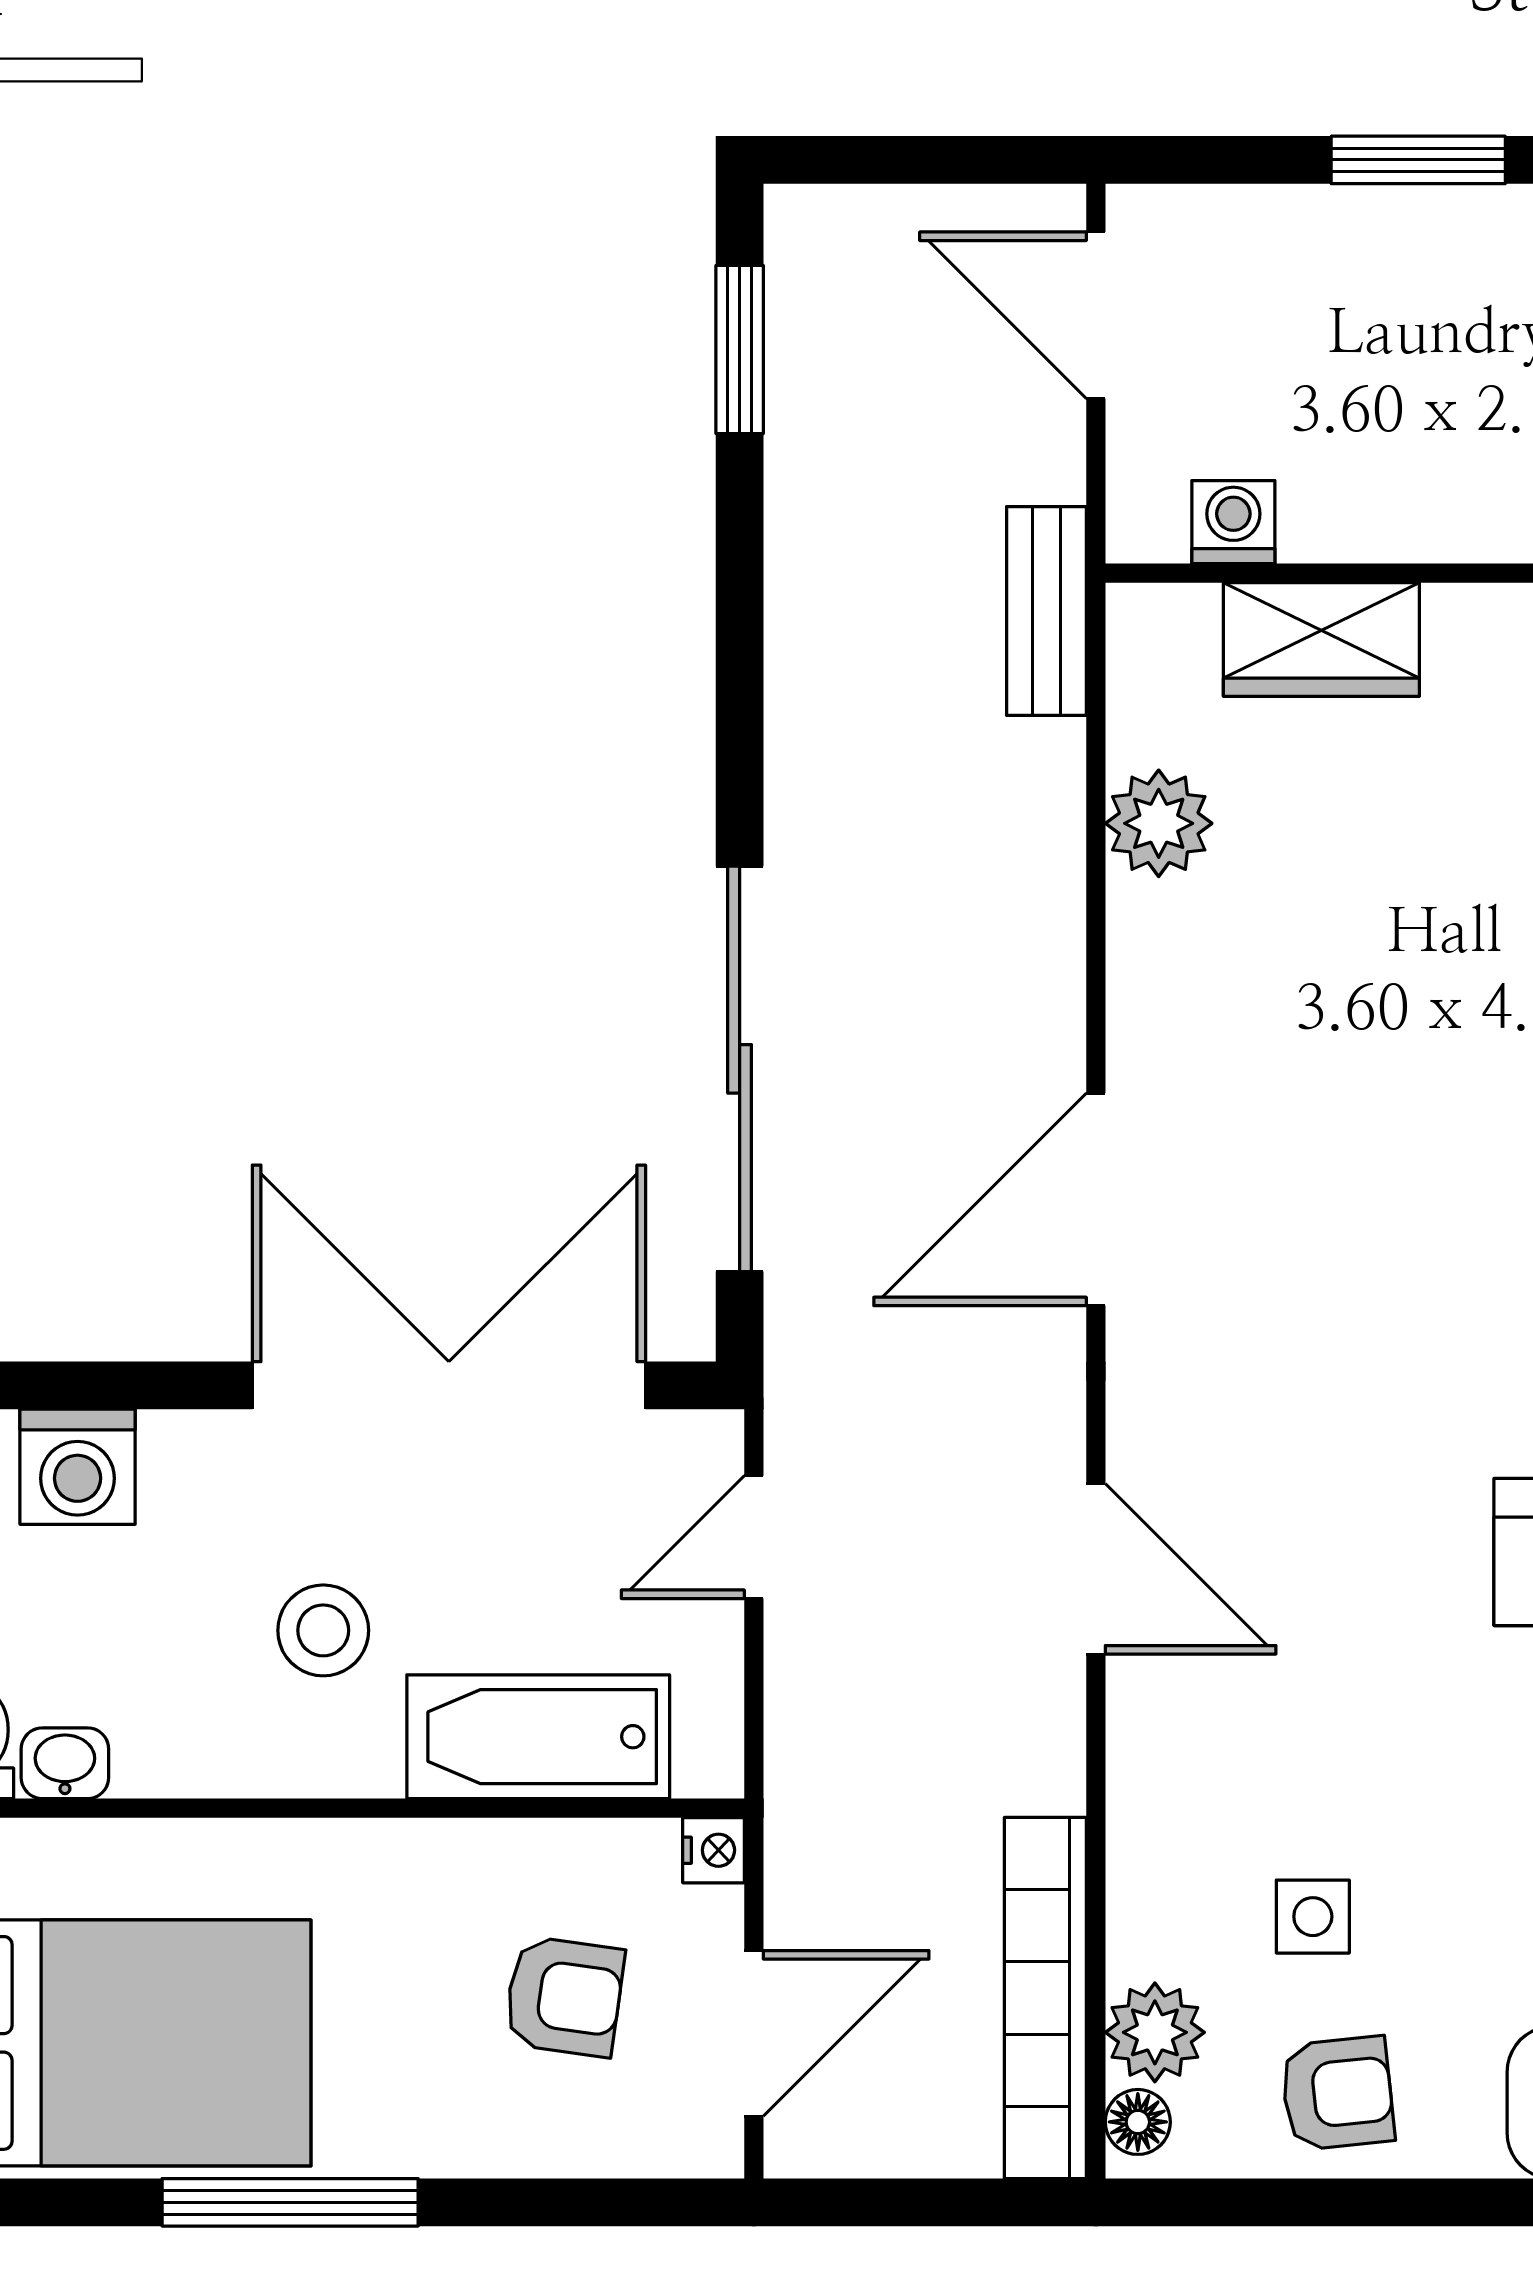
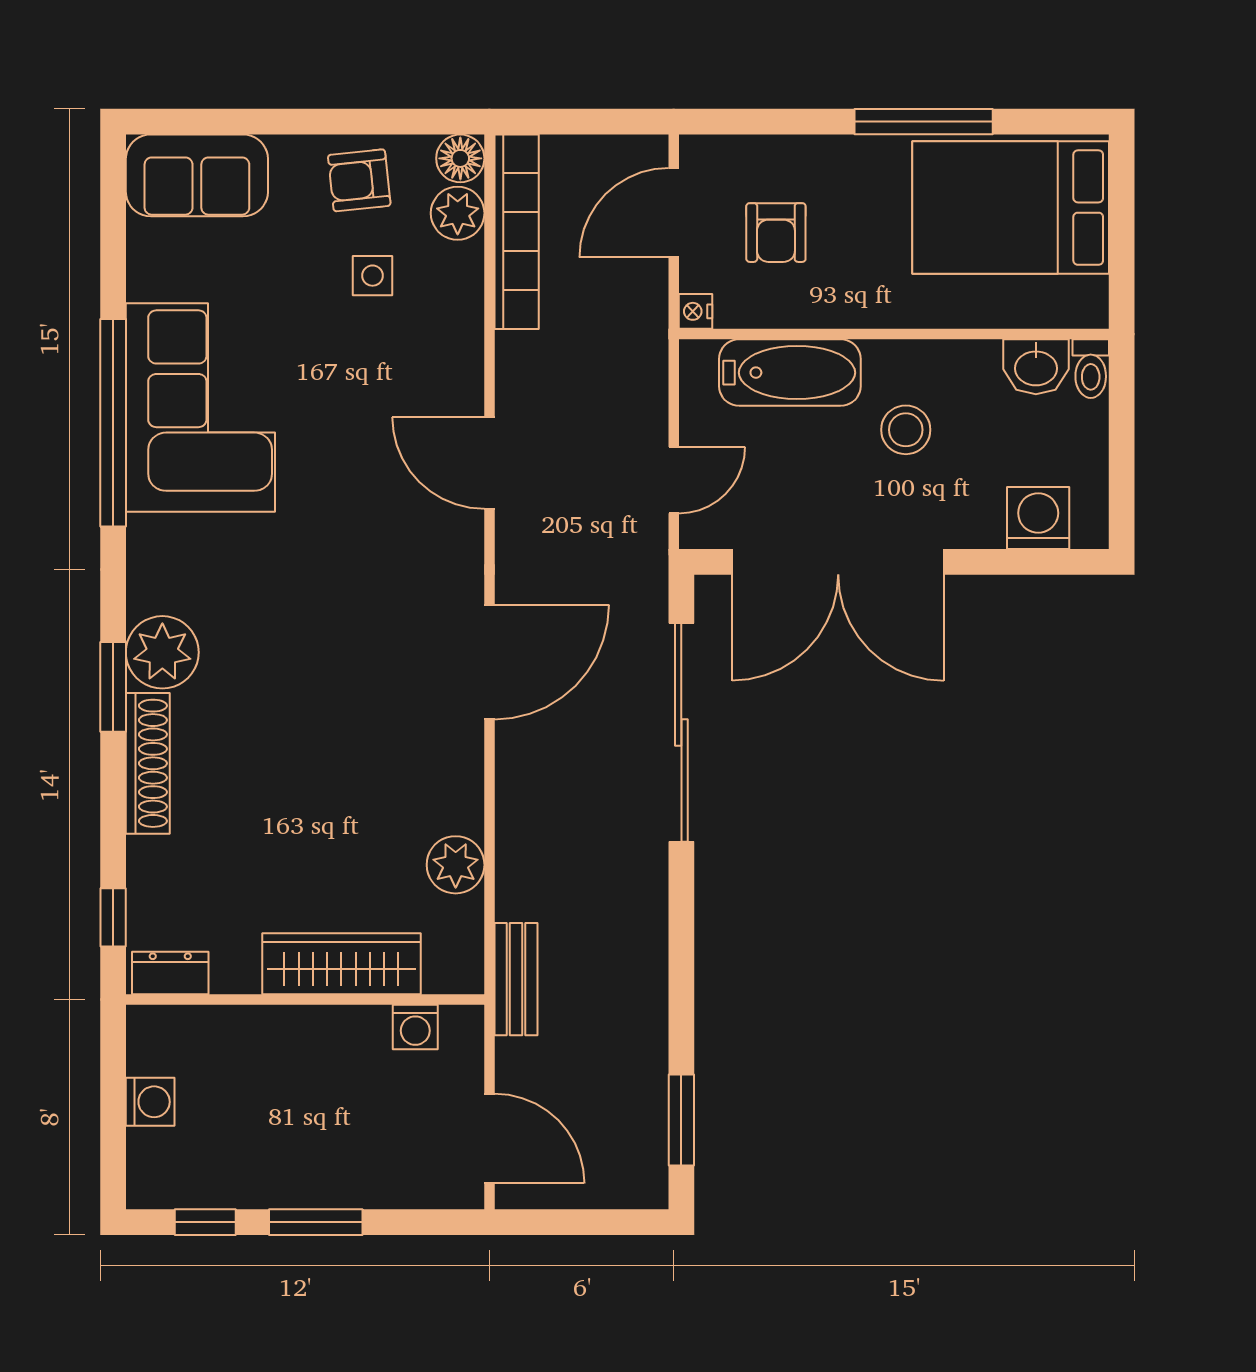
wardrobe: (1321, 639) -> (341, 964), width x1.50
washbasin: (65, 1763) -> (1036, 367), width x1.38, depth x1.45
armchair: (564, 1996) -> (776, 233), turned -98
floor lamp: (1138, 2122) -> (460, 158), width x1.37, depth x1.37

